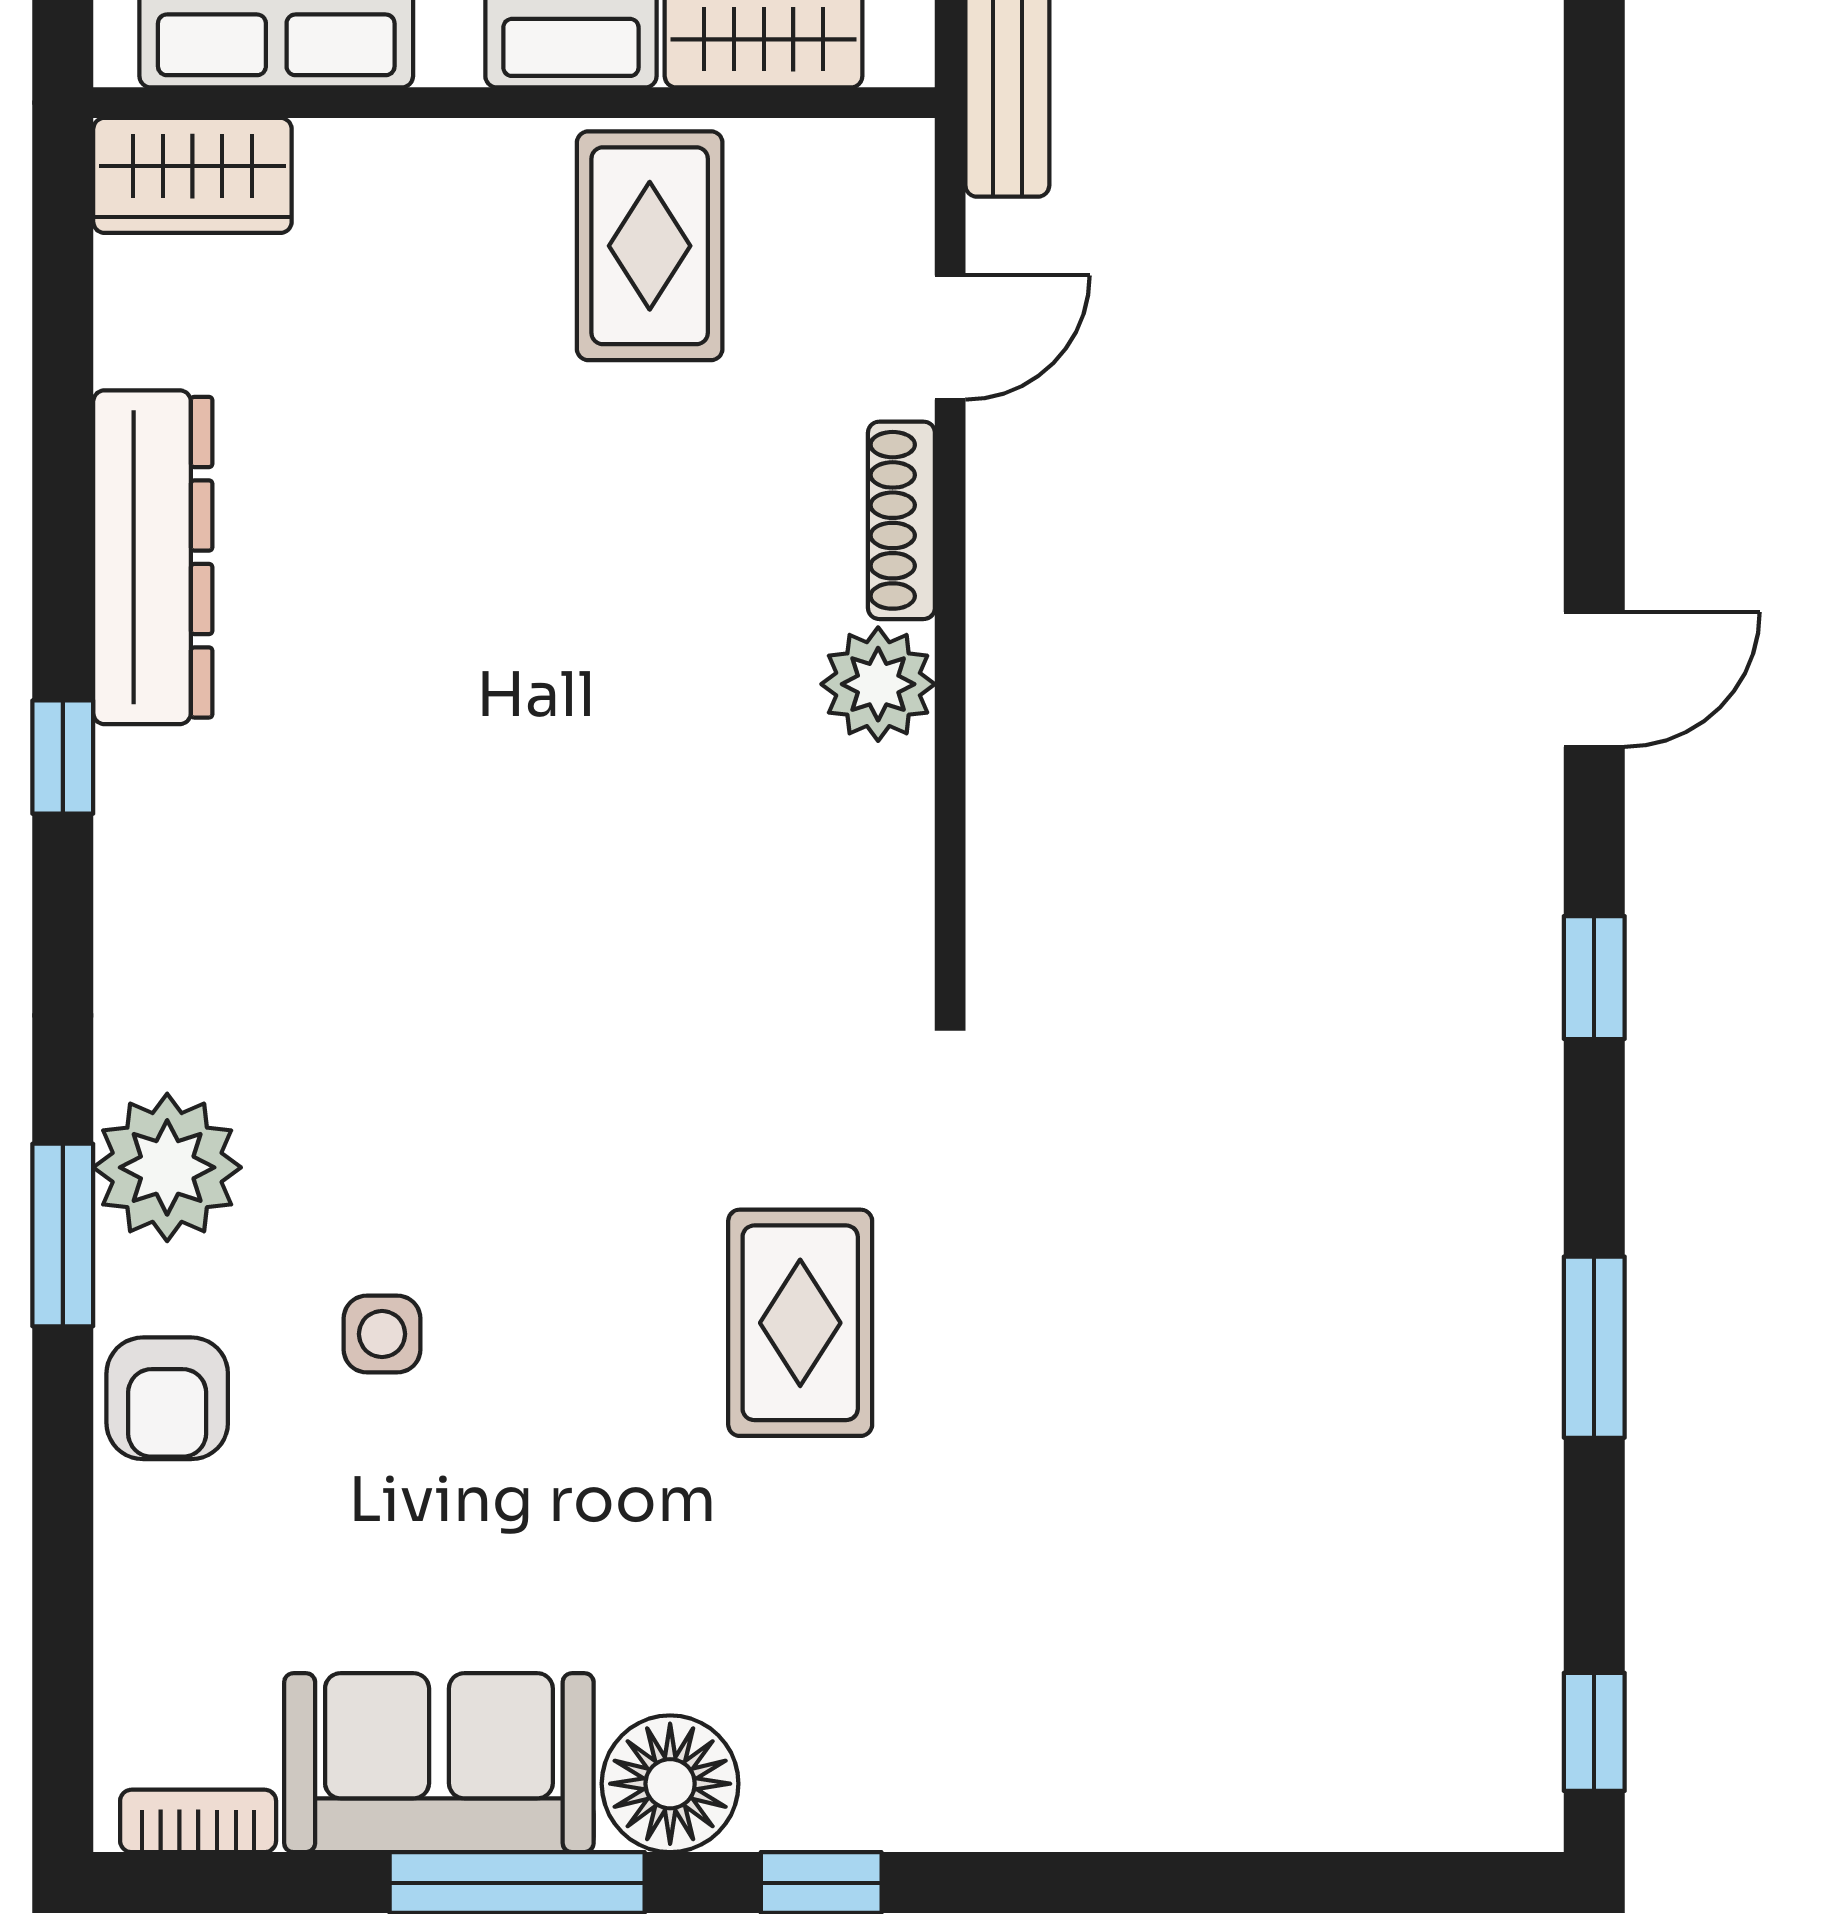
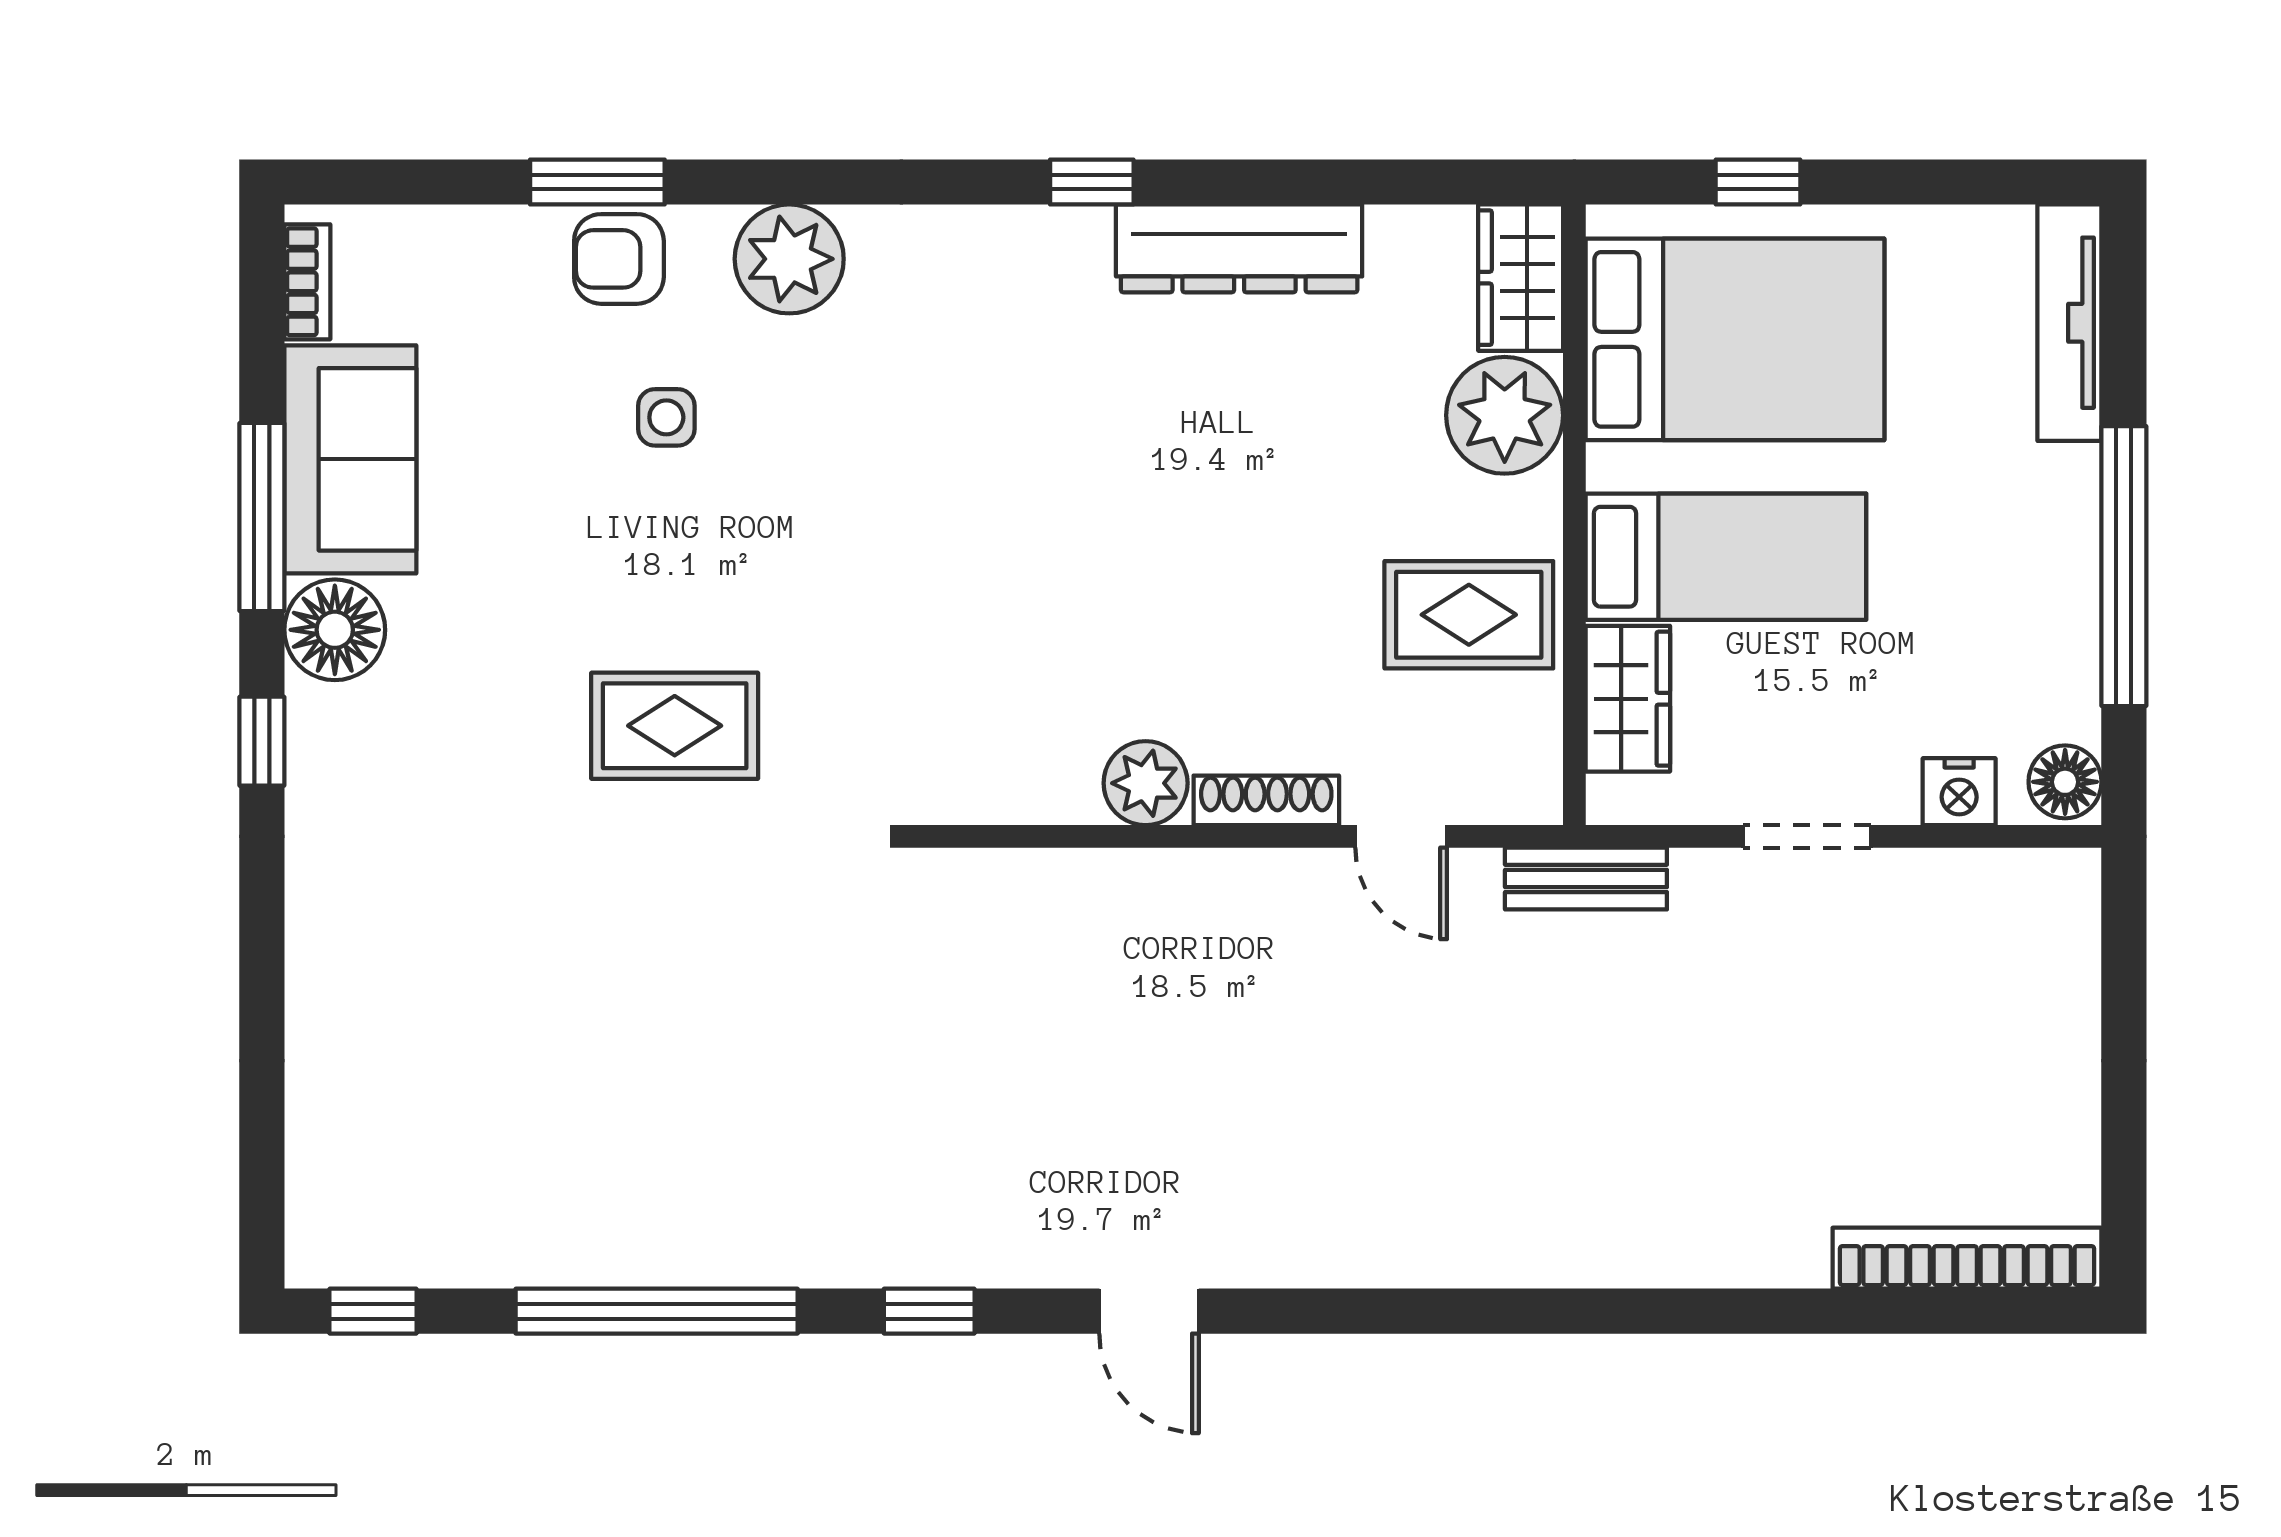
plant: (379, 197) -> (1505, 415), added
window: (63, 1235) -> (597, 182), moved
window: (1594, 1347) -> (657, 1311), width x2.11

